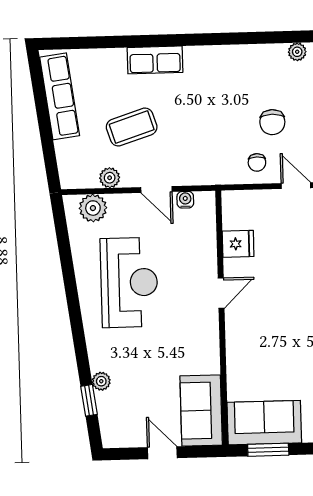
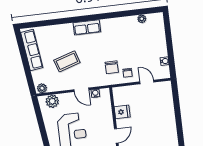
row of seats: (155, 60) -> (87, 27), moved
chair: (272, 122) -> (112, 67), moved
plant: (110, 178) -> (42, 88), moved

